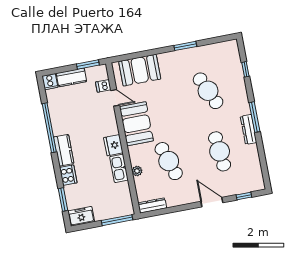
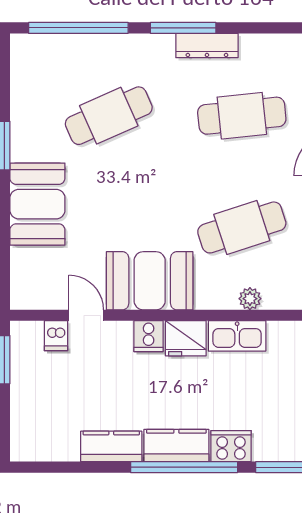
window: (245, 69) -> (78, 28), width x3.17
booth: (140, 70) -> (37, 204), moved
kitchen counter: (71, 77) -> (111, 446), moved, turned -90
cooker: (50, 82) -> (149, 336), moved, turned 90
door: (115, 98) -> (86, 315), hinge flipped
window: (49, 128) -> (184, 467), moved

